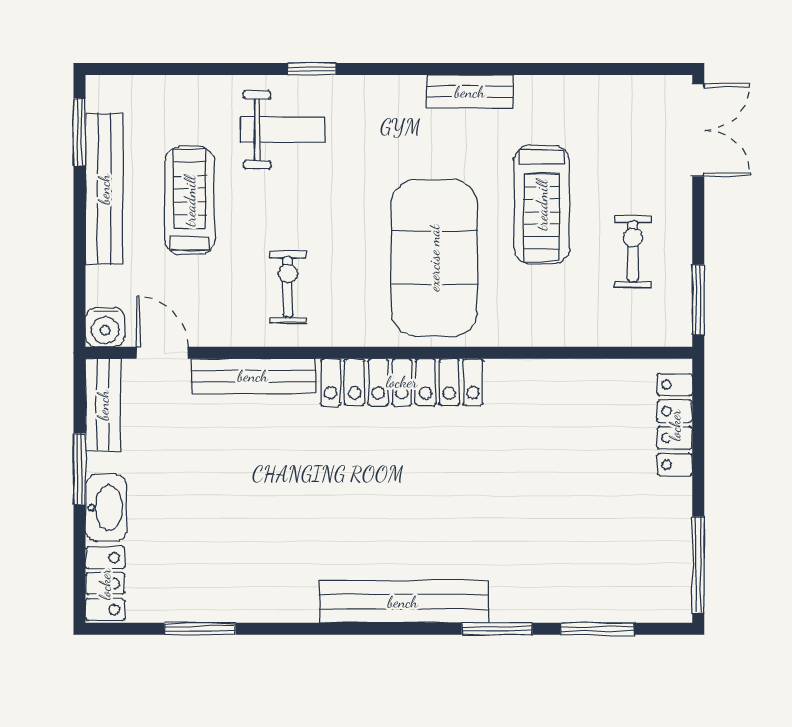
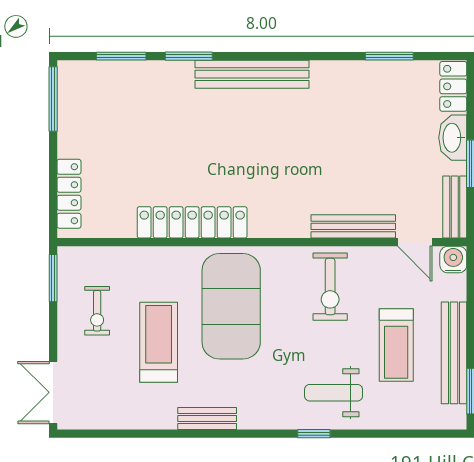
exercise bike: (288, 287) -> (330, 287), width x1.38, depth x1.39
locker: (402, 382) -> (192, 222), moved

